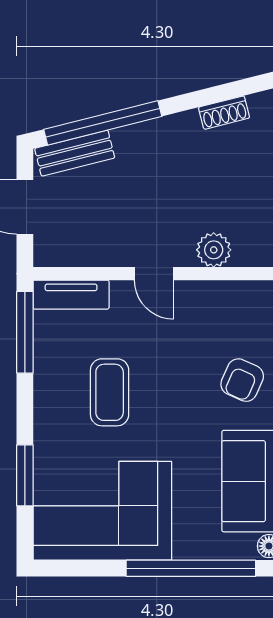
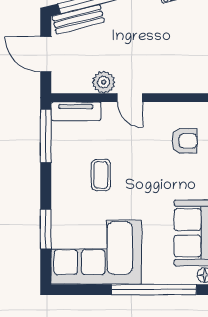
plant: (214, 250) -> (104, 82), moved
armchair: (242, 380) -> (185, 141), moved, turned -114
coffee table: (110, 392) -> (101, 175), width x0.73, depth x0.77

